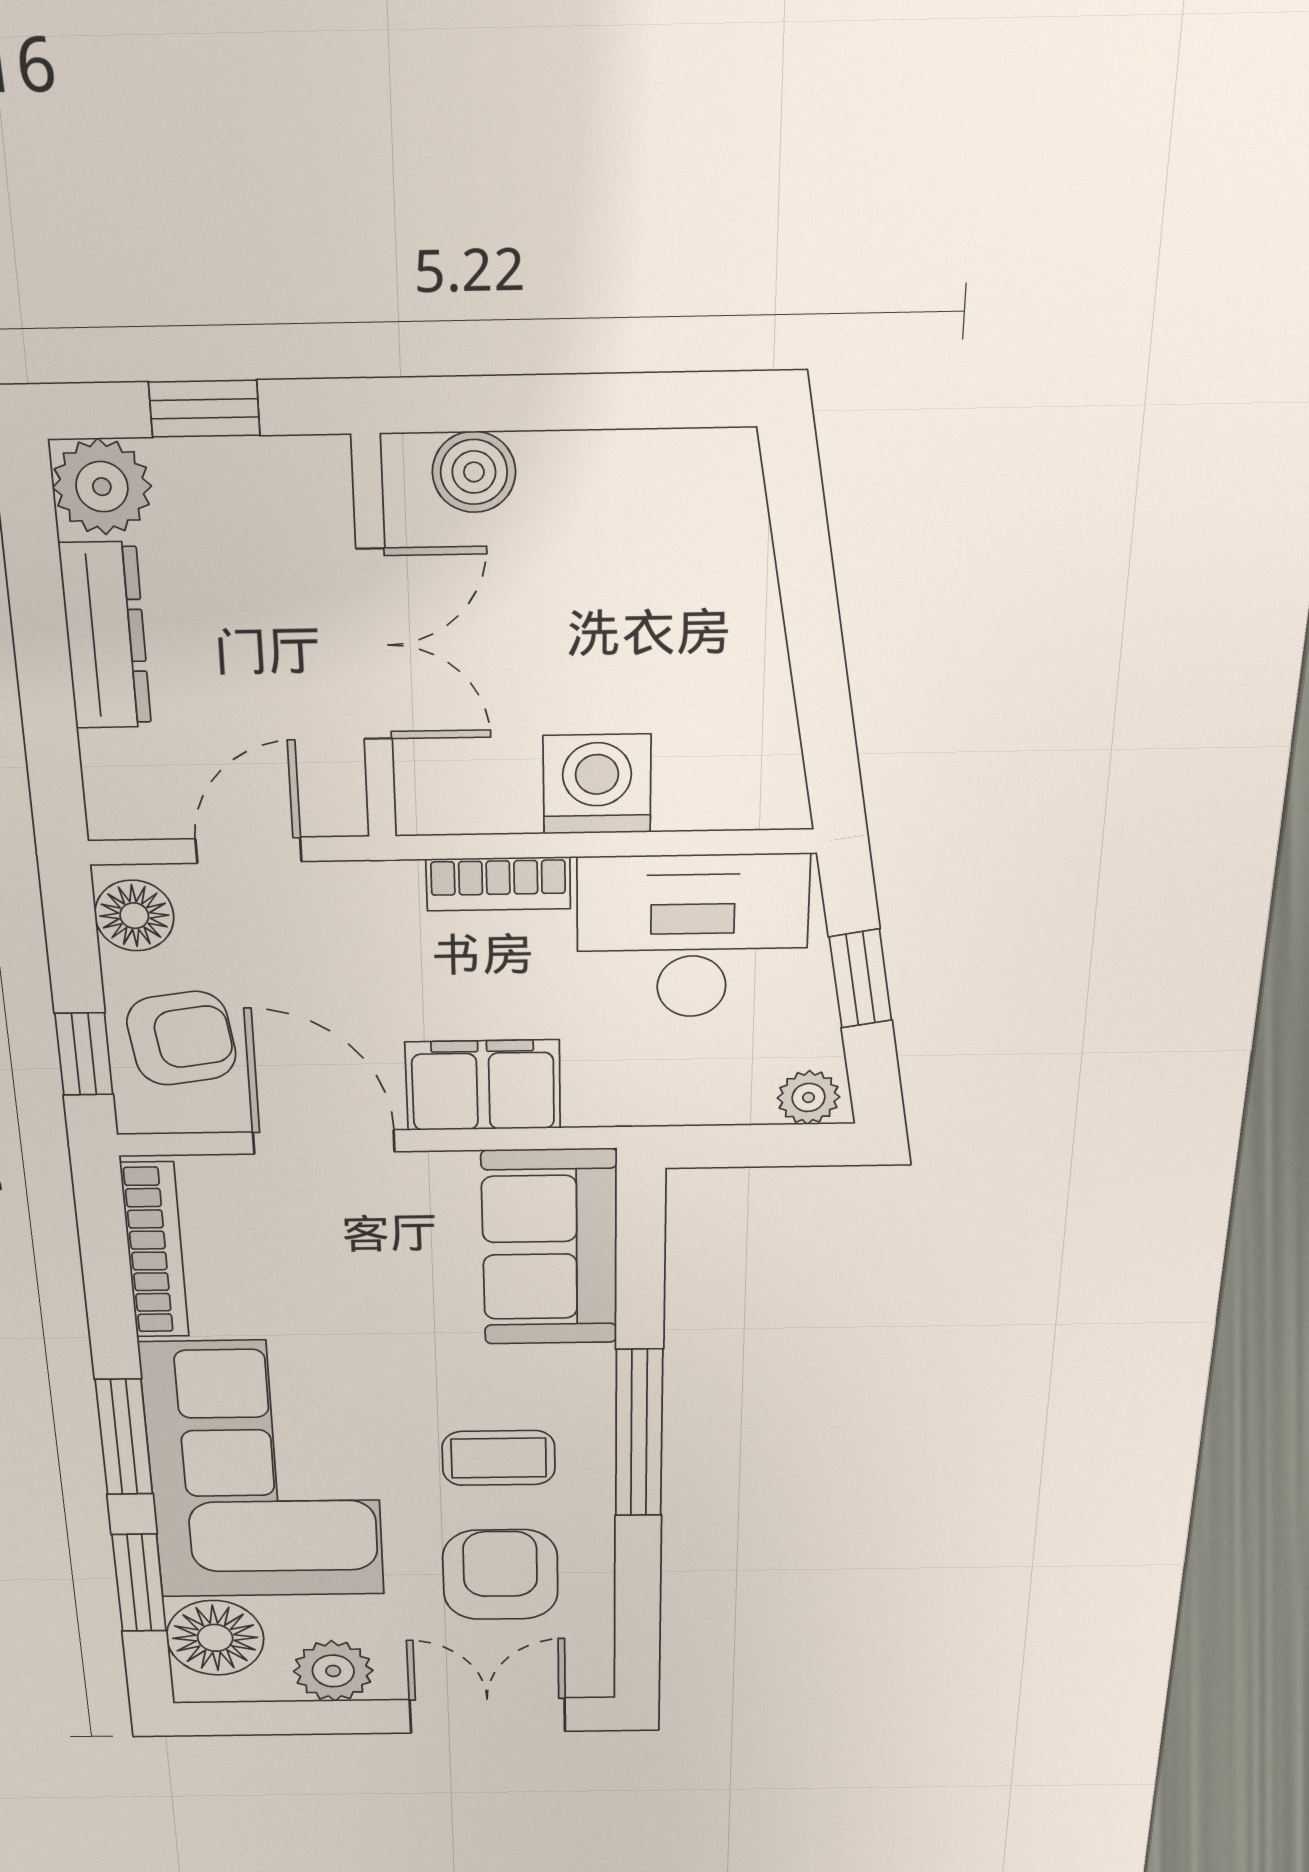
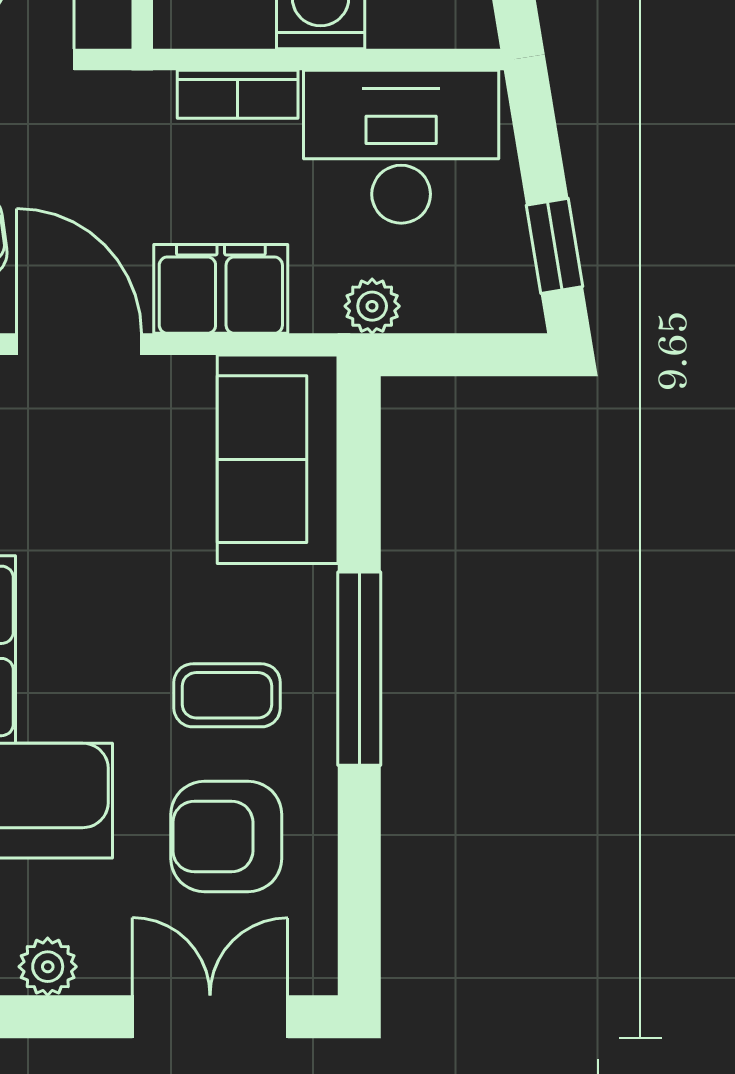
window: (860, 979) -> (555, 246), moved
plant: (808, 1097) -> (372, 306), moved
armchair: (500, 1575) -> (226, 837), turned -90
plant: (333, 1671) -> (48, 967), width x0.73, depth x0.73

